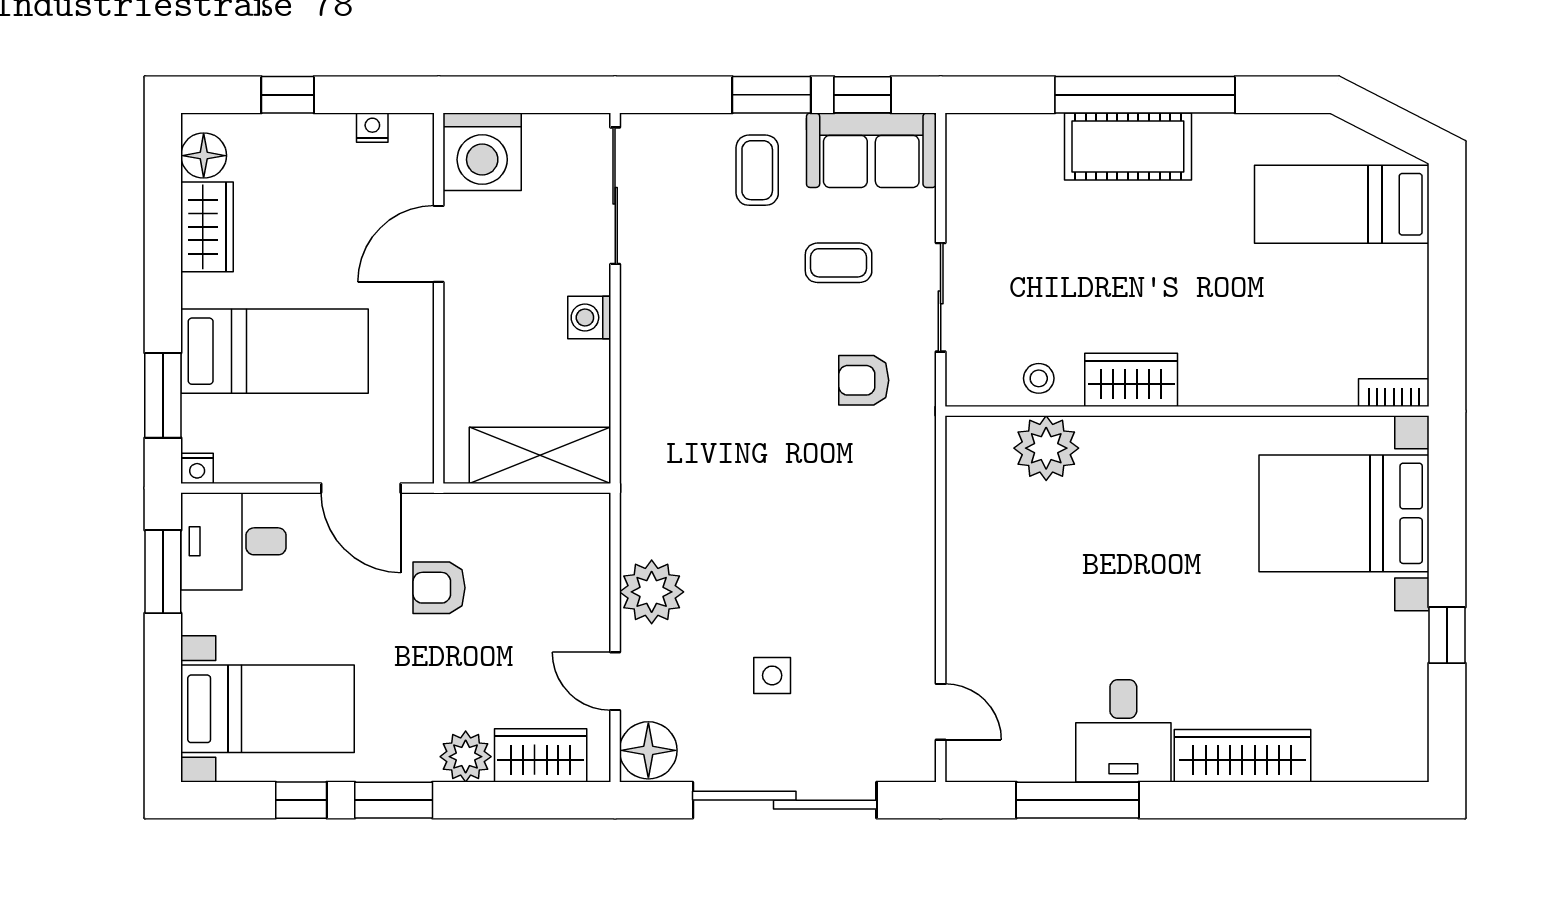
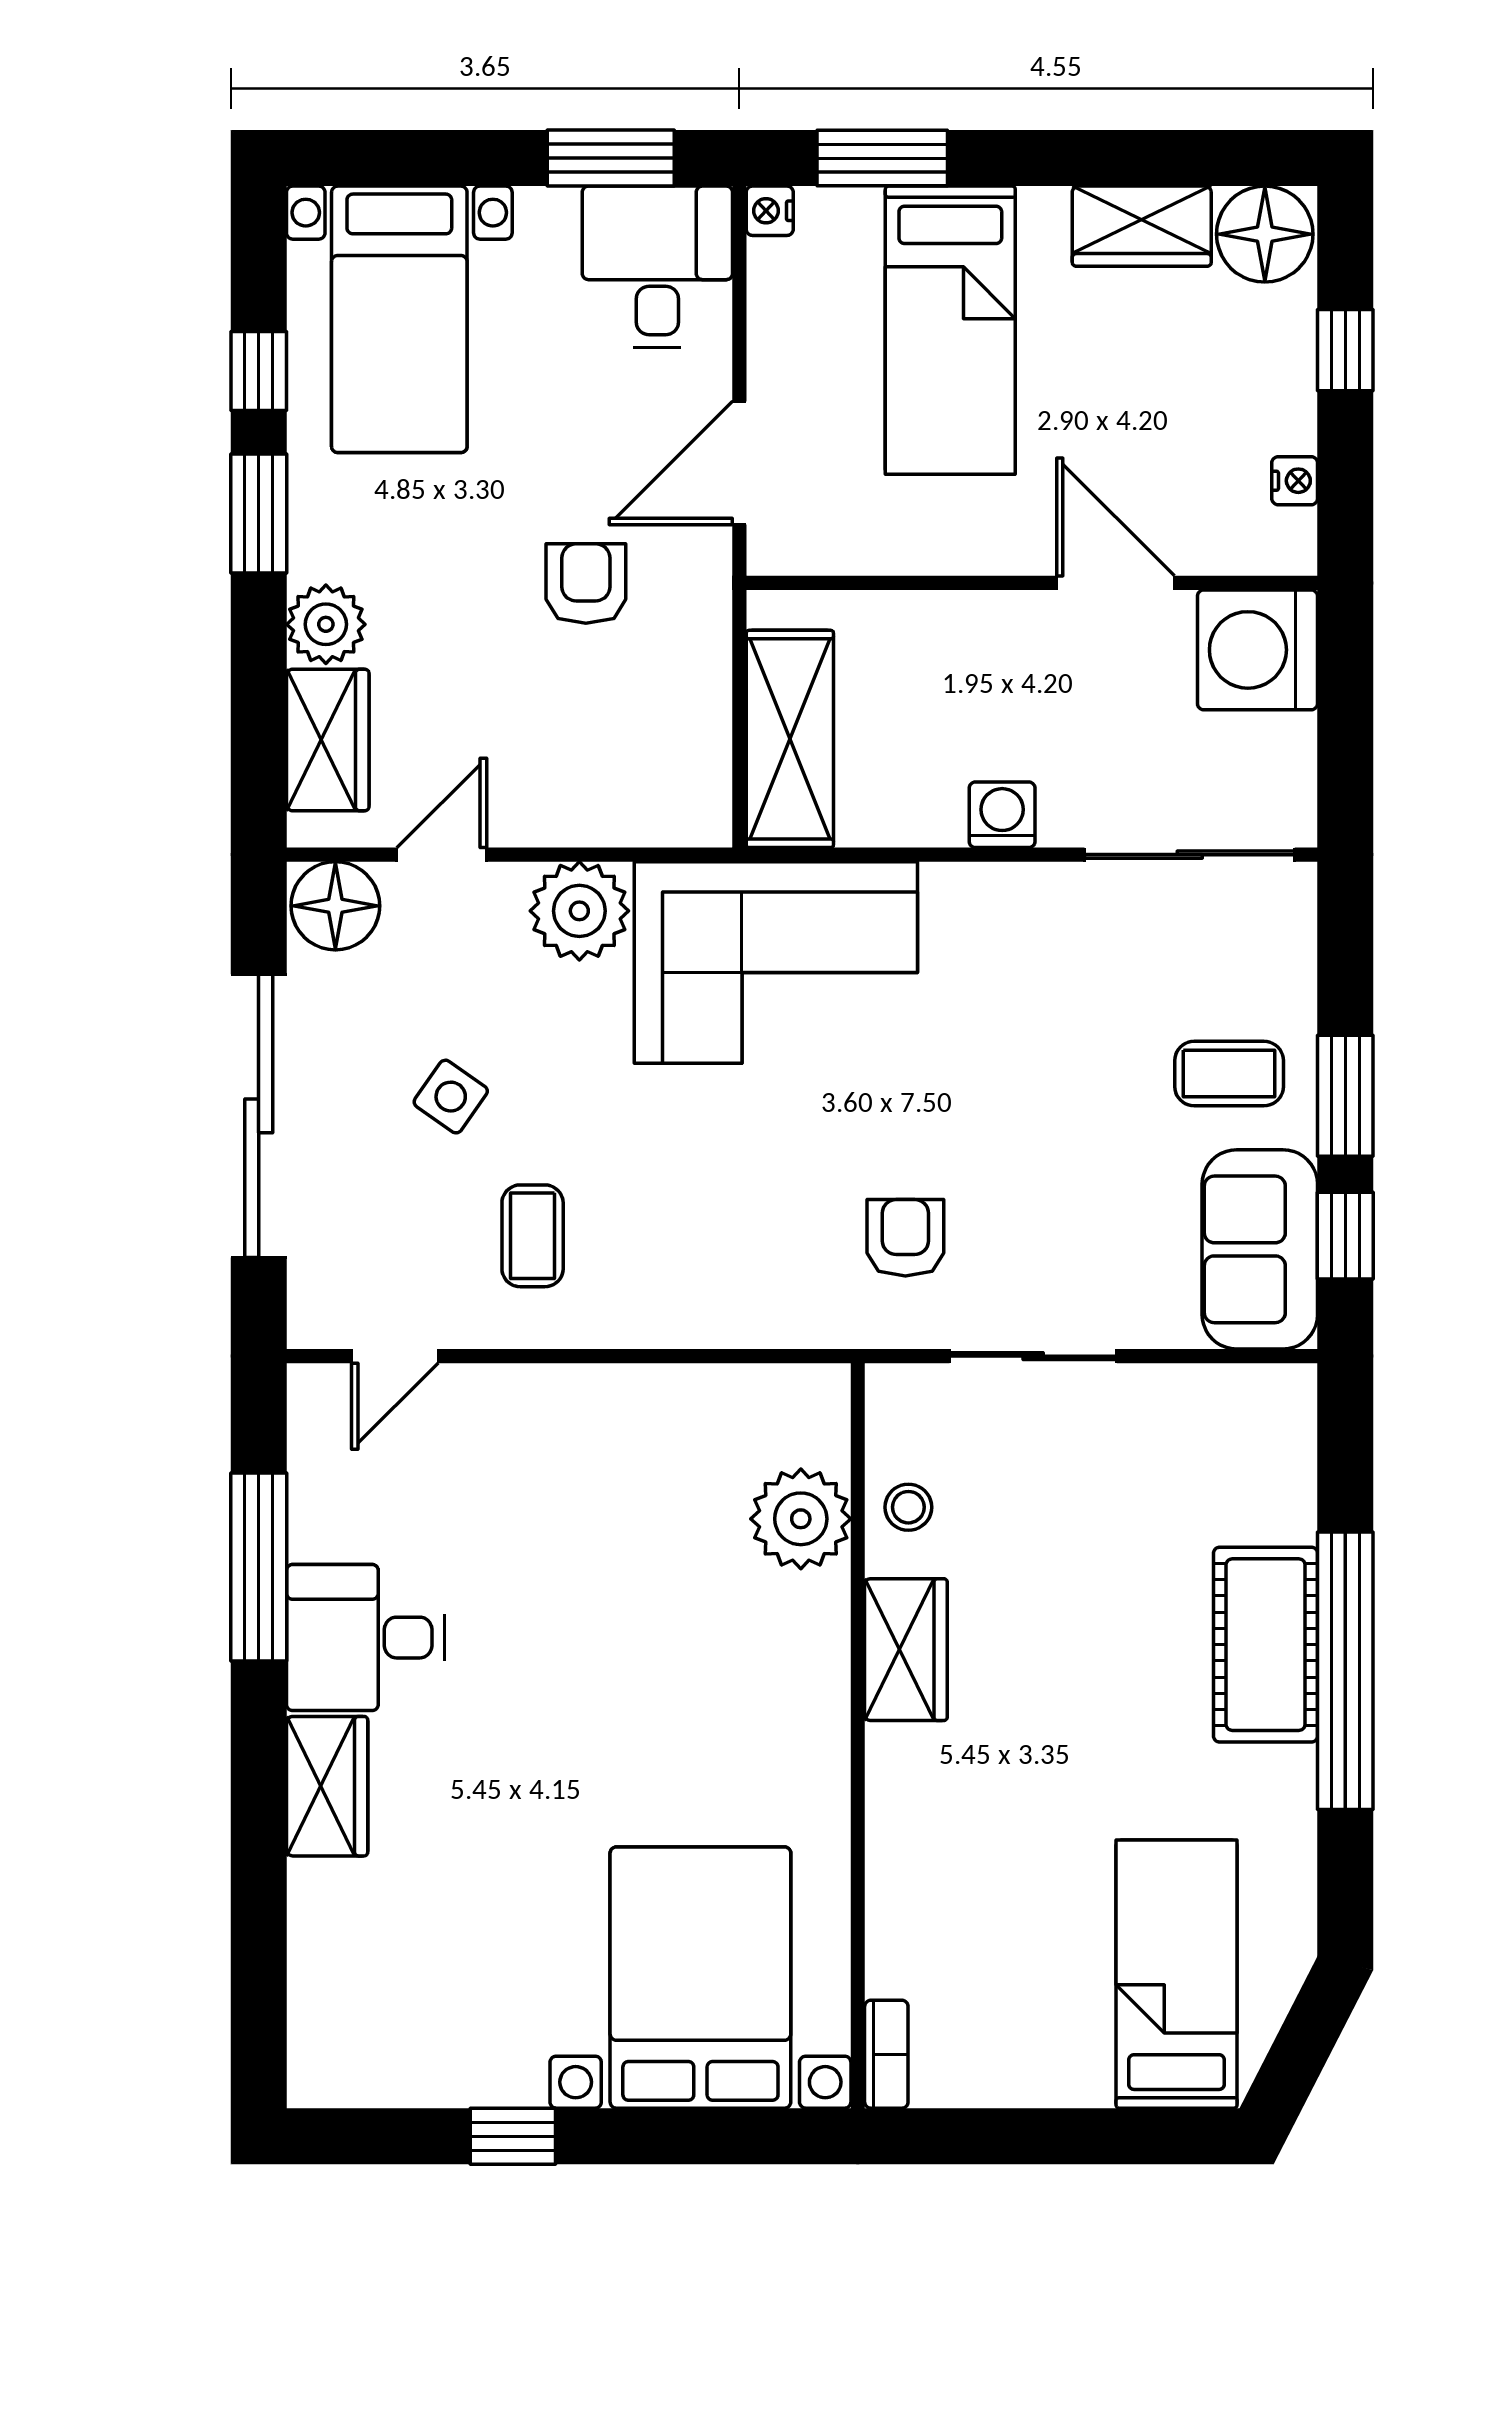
floor lamp: (204, 156) -> (1265, 234), width x1.38, depth x1.38
coffee table: (839, 263) -> (533, 1236), moved
corner sofa: (685, 464) -> (776, 963), added
side table: (772, 675) -> (451, 1097), turned 35
wardrobe: (1242, 756) -> (327, 1786), width x0.67

